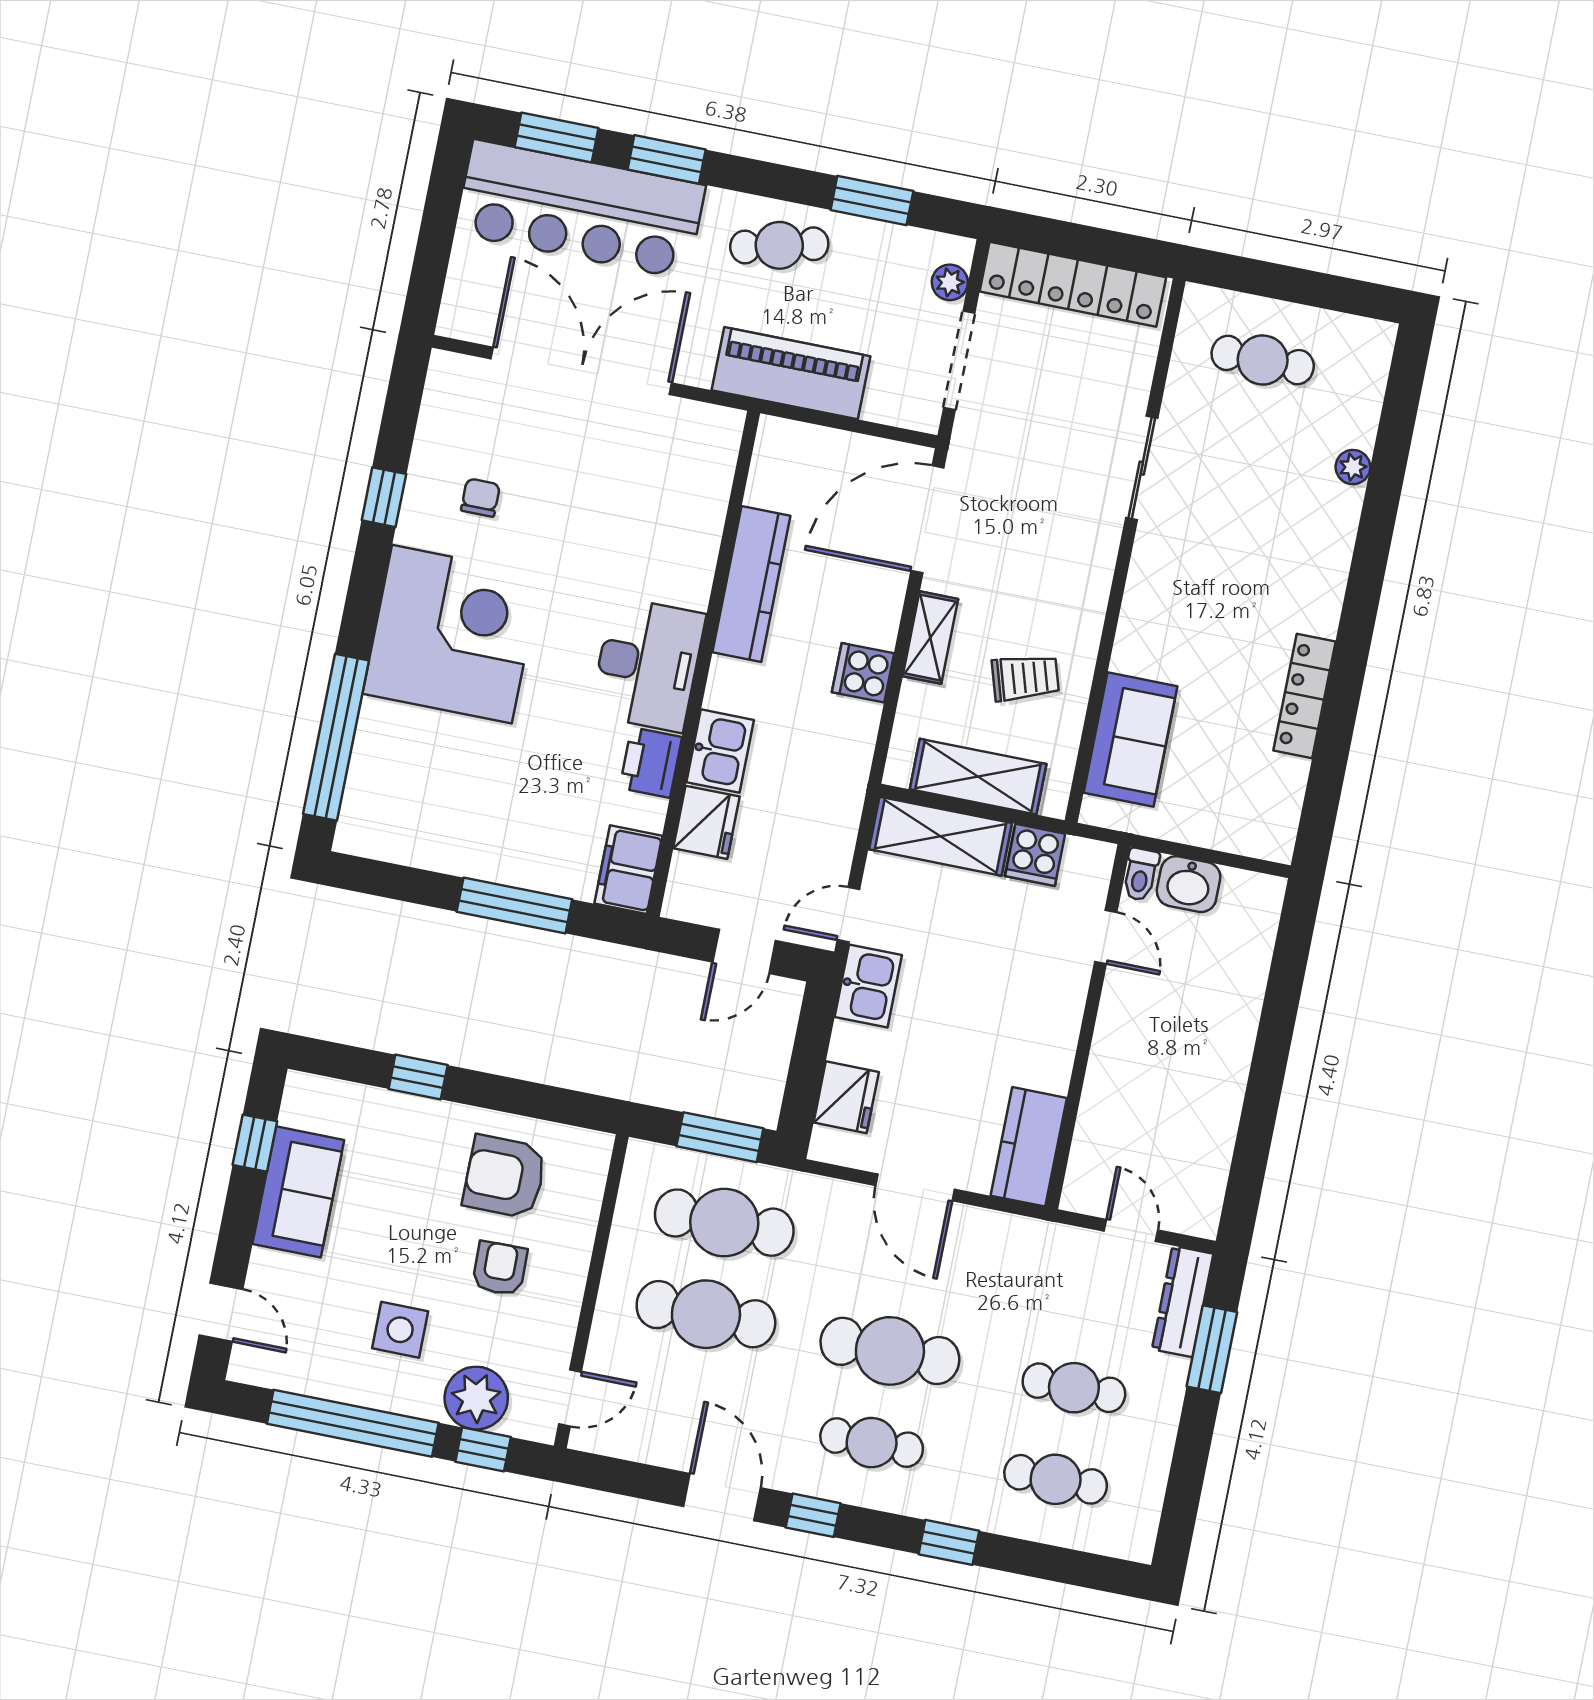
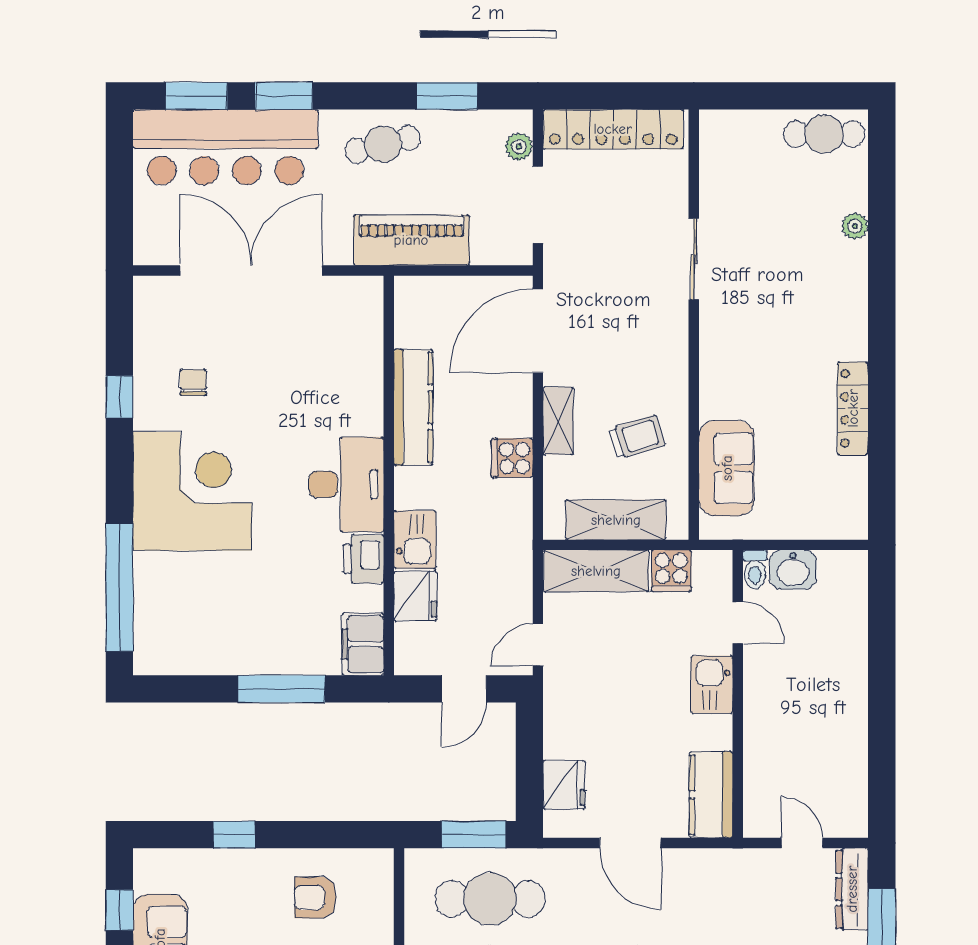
cafe table: (1263, 360) -> (824, 134), moved
kitchen sink: (868, 986) -> (712, 685), moved, turned 180
armchair: (505, 1177) -> (315, 897), width x0.72, depth x0.72

